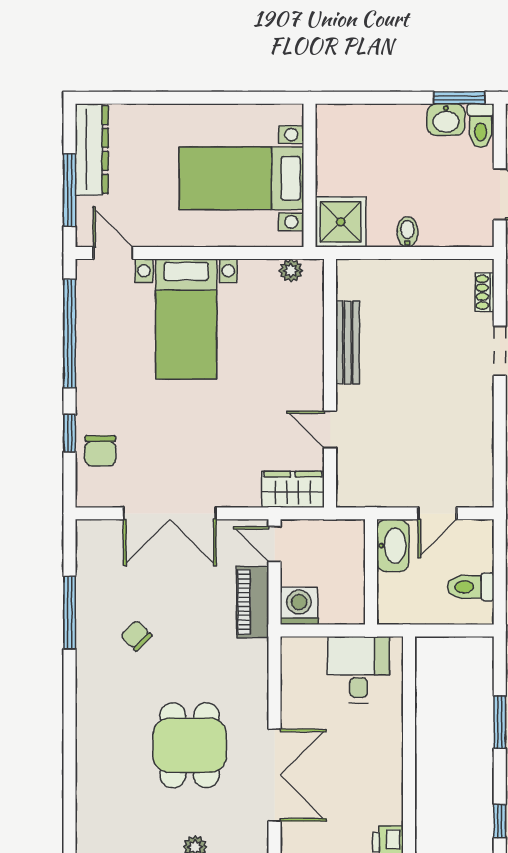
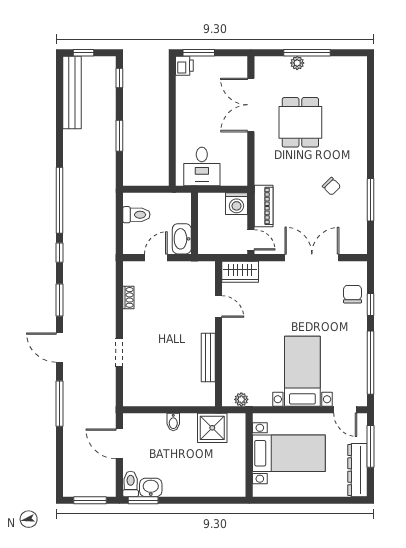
wall: (310, 175) -> (249, 455), moved
bed with nightstands: (242, 178) -> (289, 453), moved
shoe rack: (485, 292) -> (128, 297), moved

